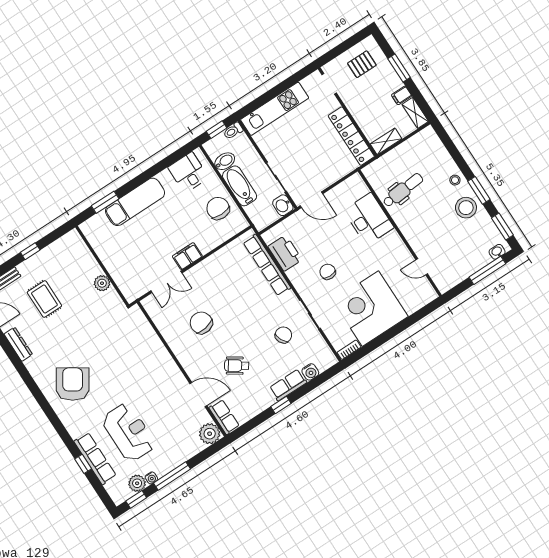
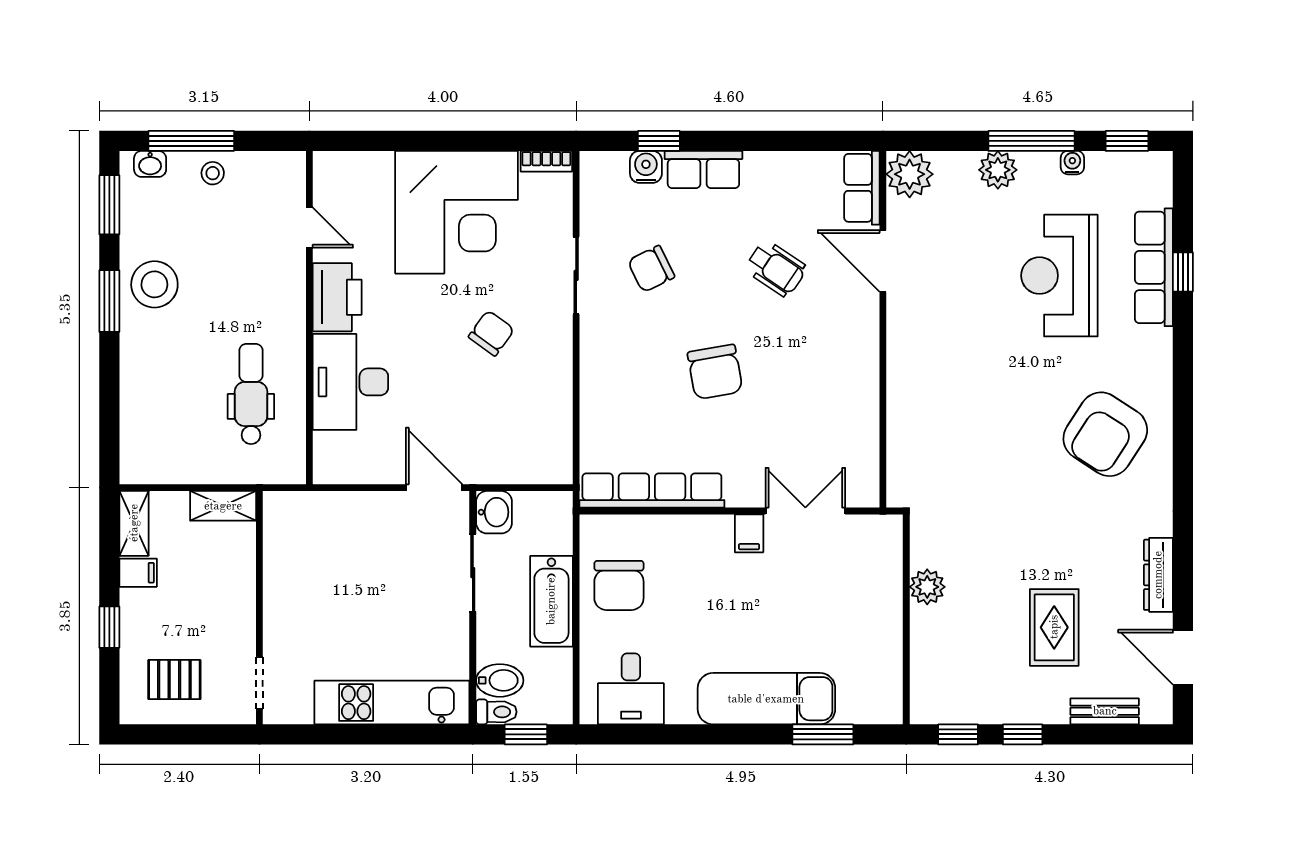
window: (399, 68) -> (109, 627), width x0.67
locker: (351, 136) -> (282, 558), removed
bidet: (225, 161) -> (500, 680), moved, turned 180
stool: (455, 180) -> (213, 173), moved
dental chair: (403, 190) -> (251, 394), turned 95
window: (54, 235) -> (958, 734), added
printer: (285, 253) -> (337, 297), moved, turned 180
filing cabinet: (187, 256) -> (749, 533), width x0.50
row of seats: (267, 265) -> (652, 490), moved, turned -90
chair: (328, 272) -> (491, 333), turned -144
chair: (201, 323) -> (715, 372), moved
window: (281, 405) -> (659, 141), moved
plant: (137, 483) -> (998, 170), moved

